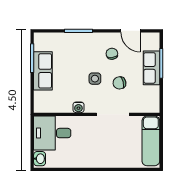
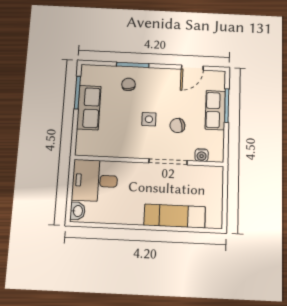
door: (131, 31) -> (192, 68), hinge flipped
chair: (112, 54) -> (129, 84), moved
water cooler: (78, 107) -> (202, 155), moved
exam couch: (151, 141) -> (175, 216), moved, turned 90

